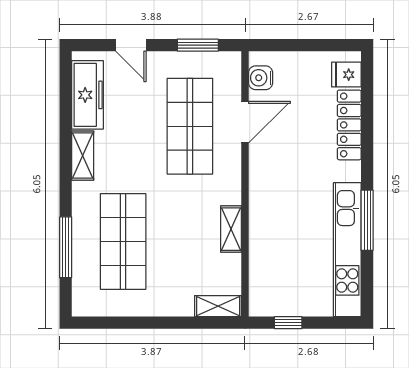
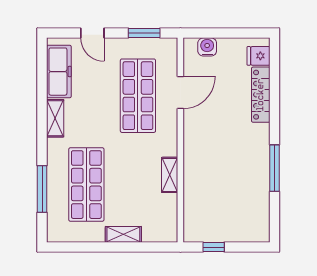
water cooler: (261, 78) -> (207, 47), moved, turned 90
kitchen unit: (347, 250) -> (259, 191), removed
shelving: (218, 306) -> (123, 234), moved

